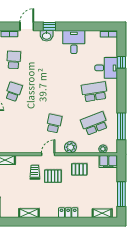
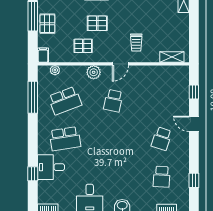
filing cabinet: (108, 162) -> (43, 55), width x0.50
pallet: (53, 176) -> (97, 23), moved
pallet: (109, 188) -> (47, 24), added

